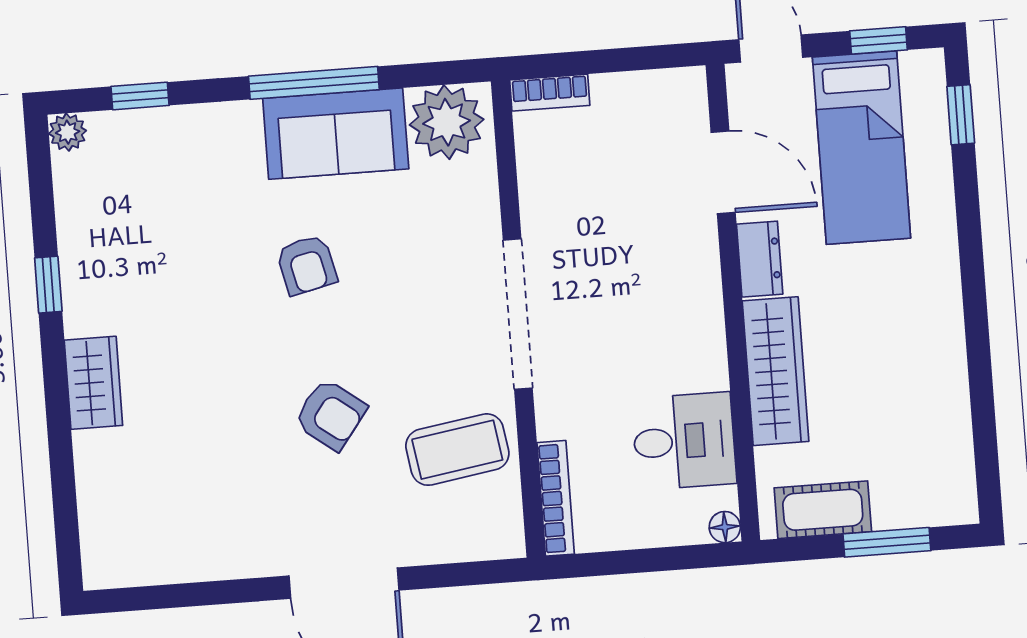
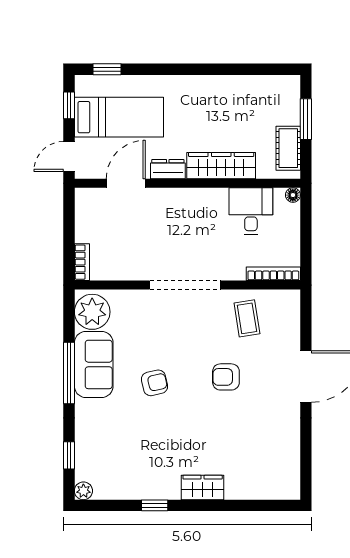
armchair: (330, 415) -> (226, 377), turned -127
coffee table: (457, 450) -> (247, 318), width x0.73, depth x0.77

